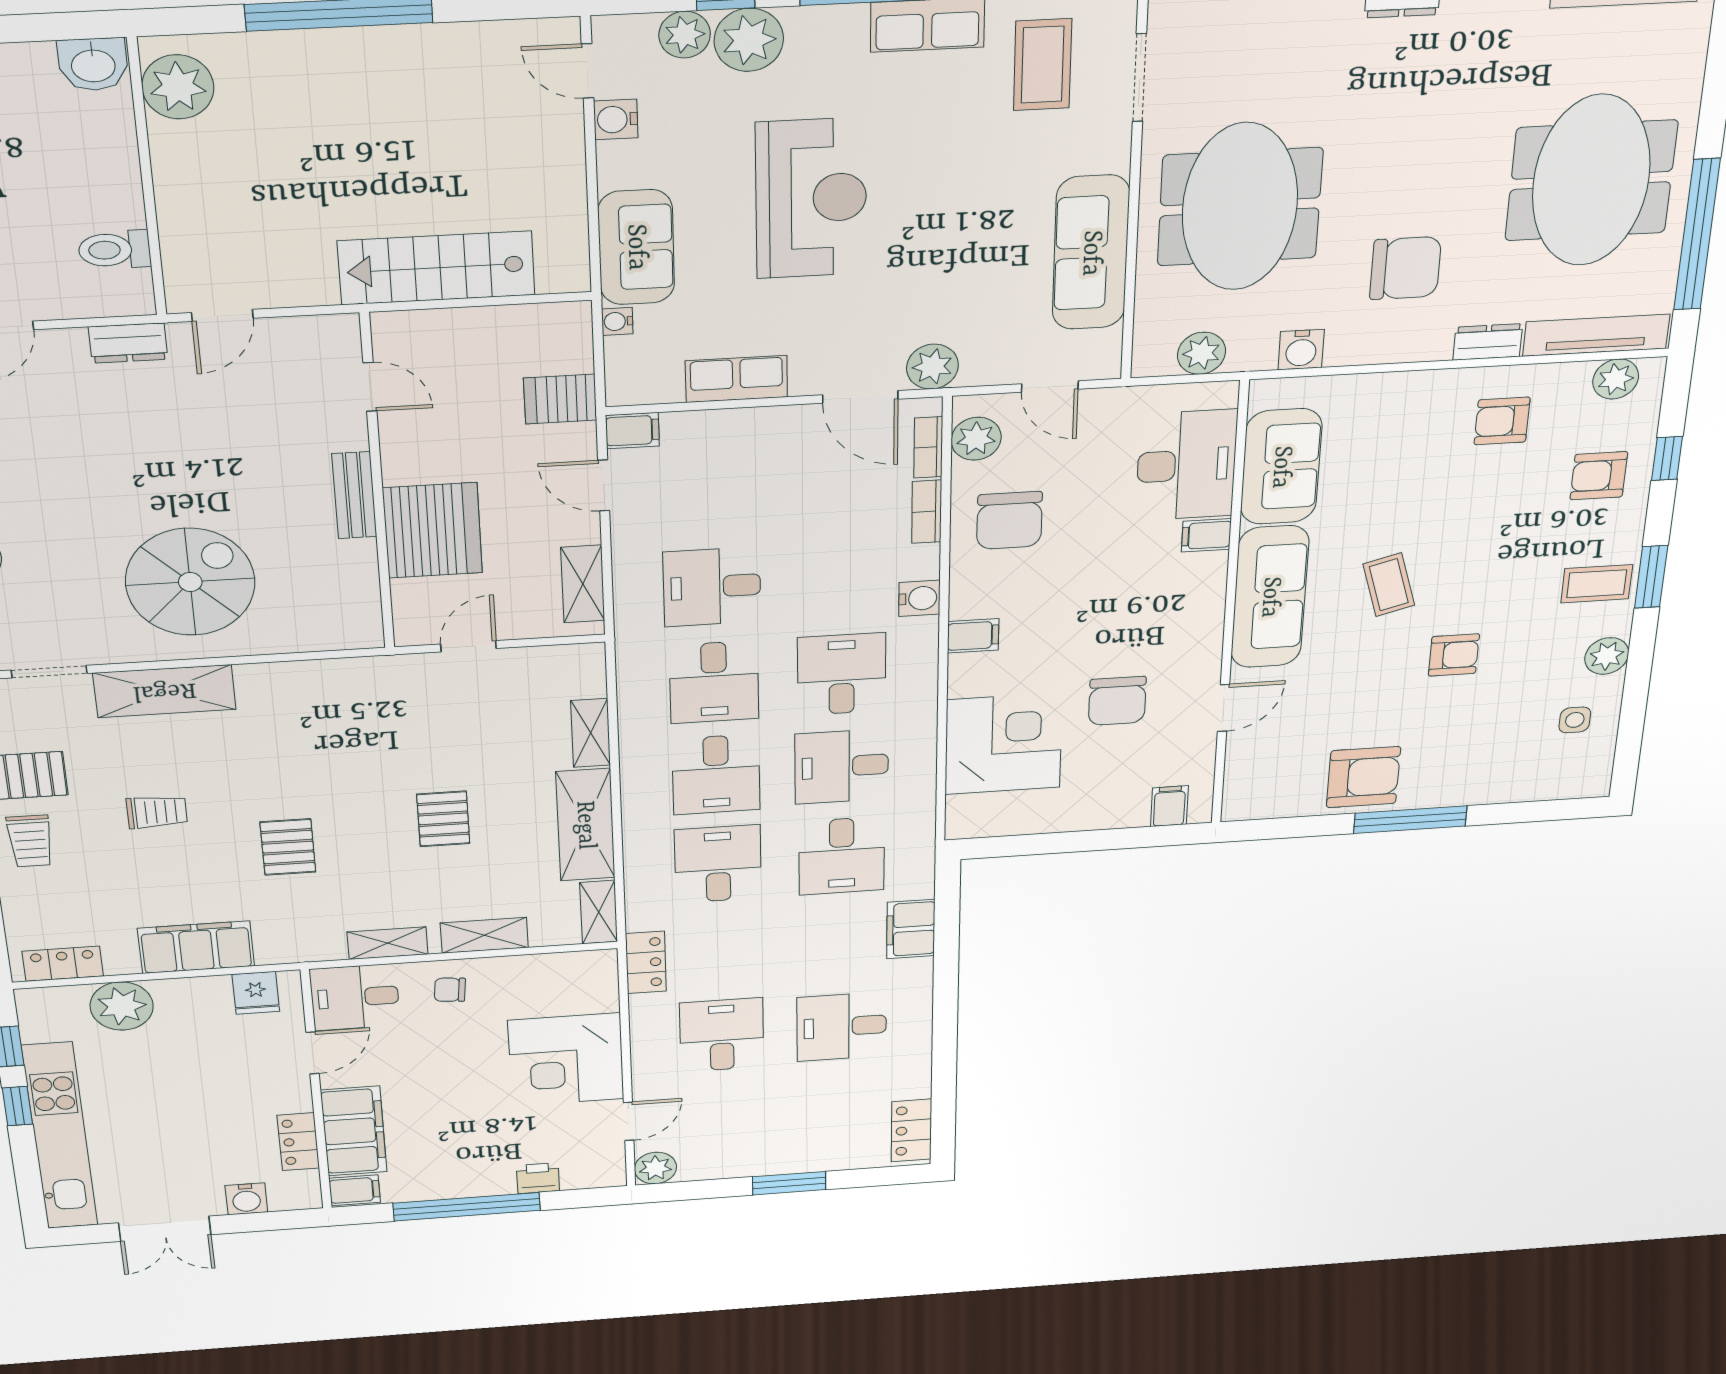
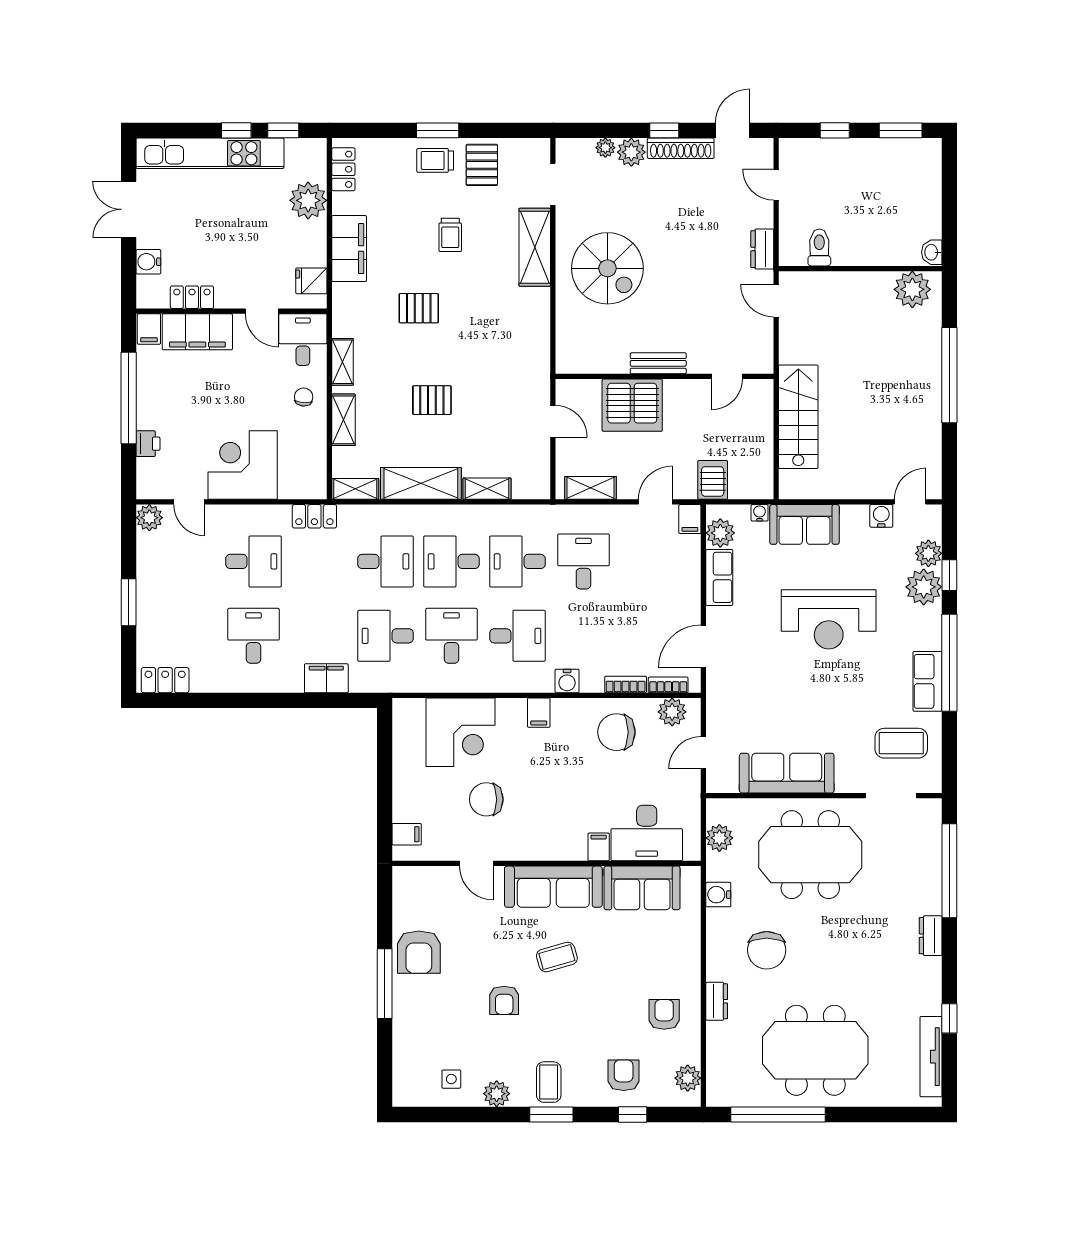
washbasin: (93, 64) -> (932, 252), width x0.72, depth x0.69
tv unit: (1596, 335) -> (717, 1064), removed
plant: (932, 367) -> (720, 533), moved

